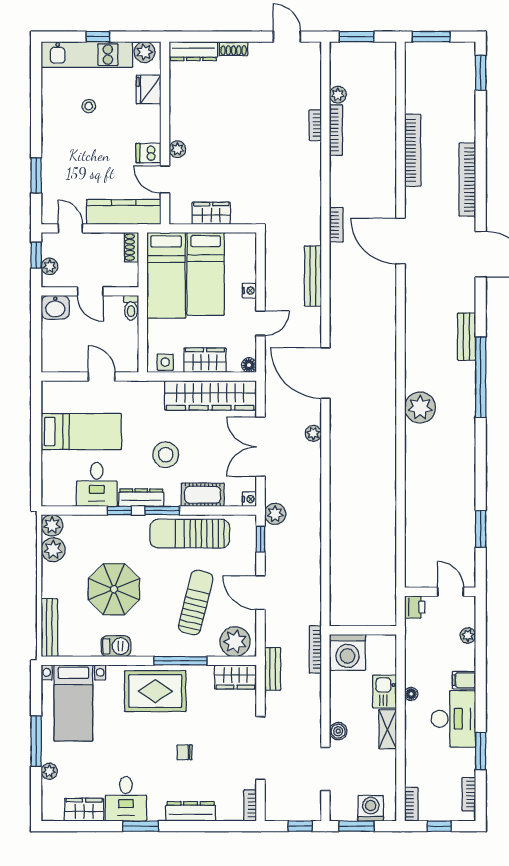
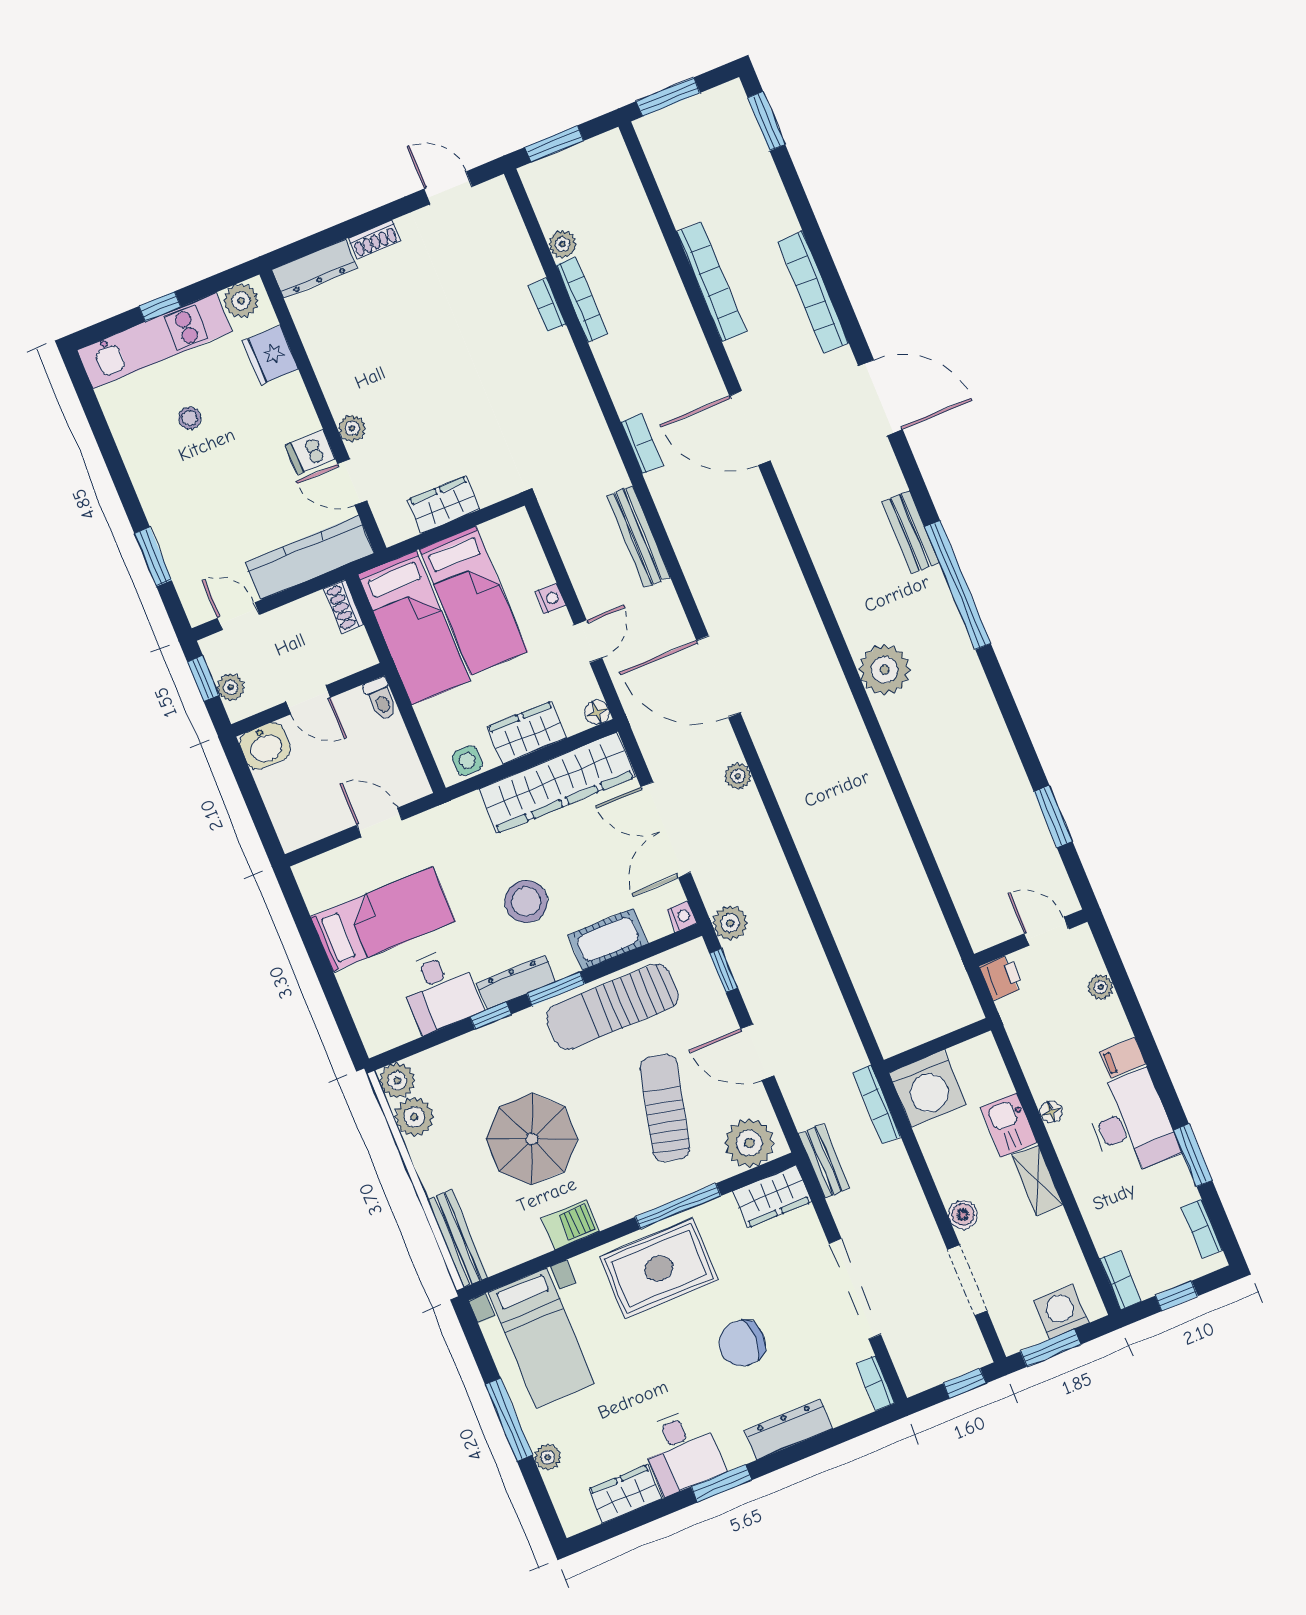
chair: (185, 752) -> (742, 1343), width x1.87, depth x1.87

